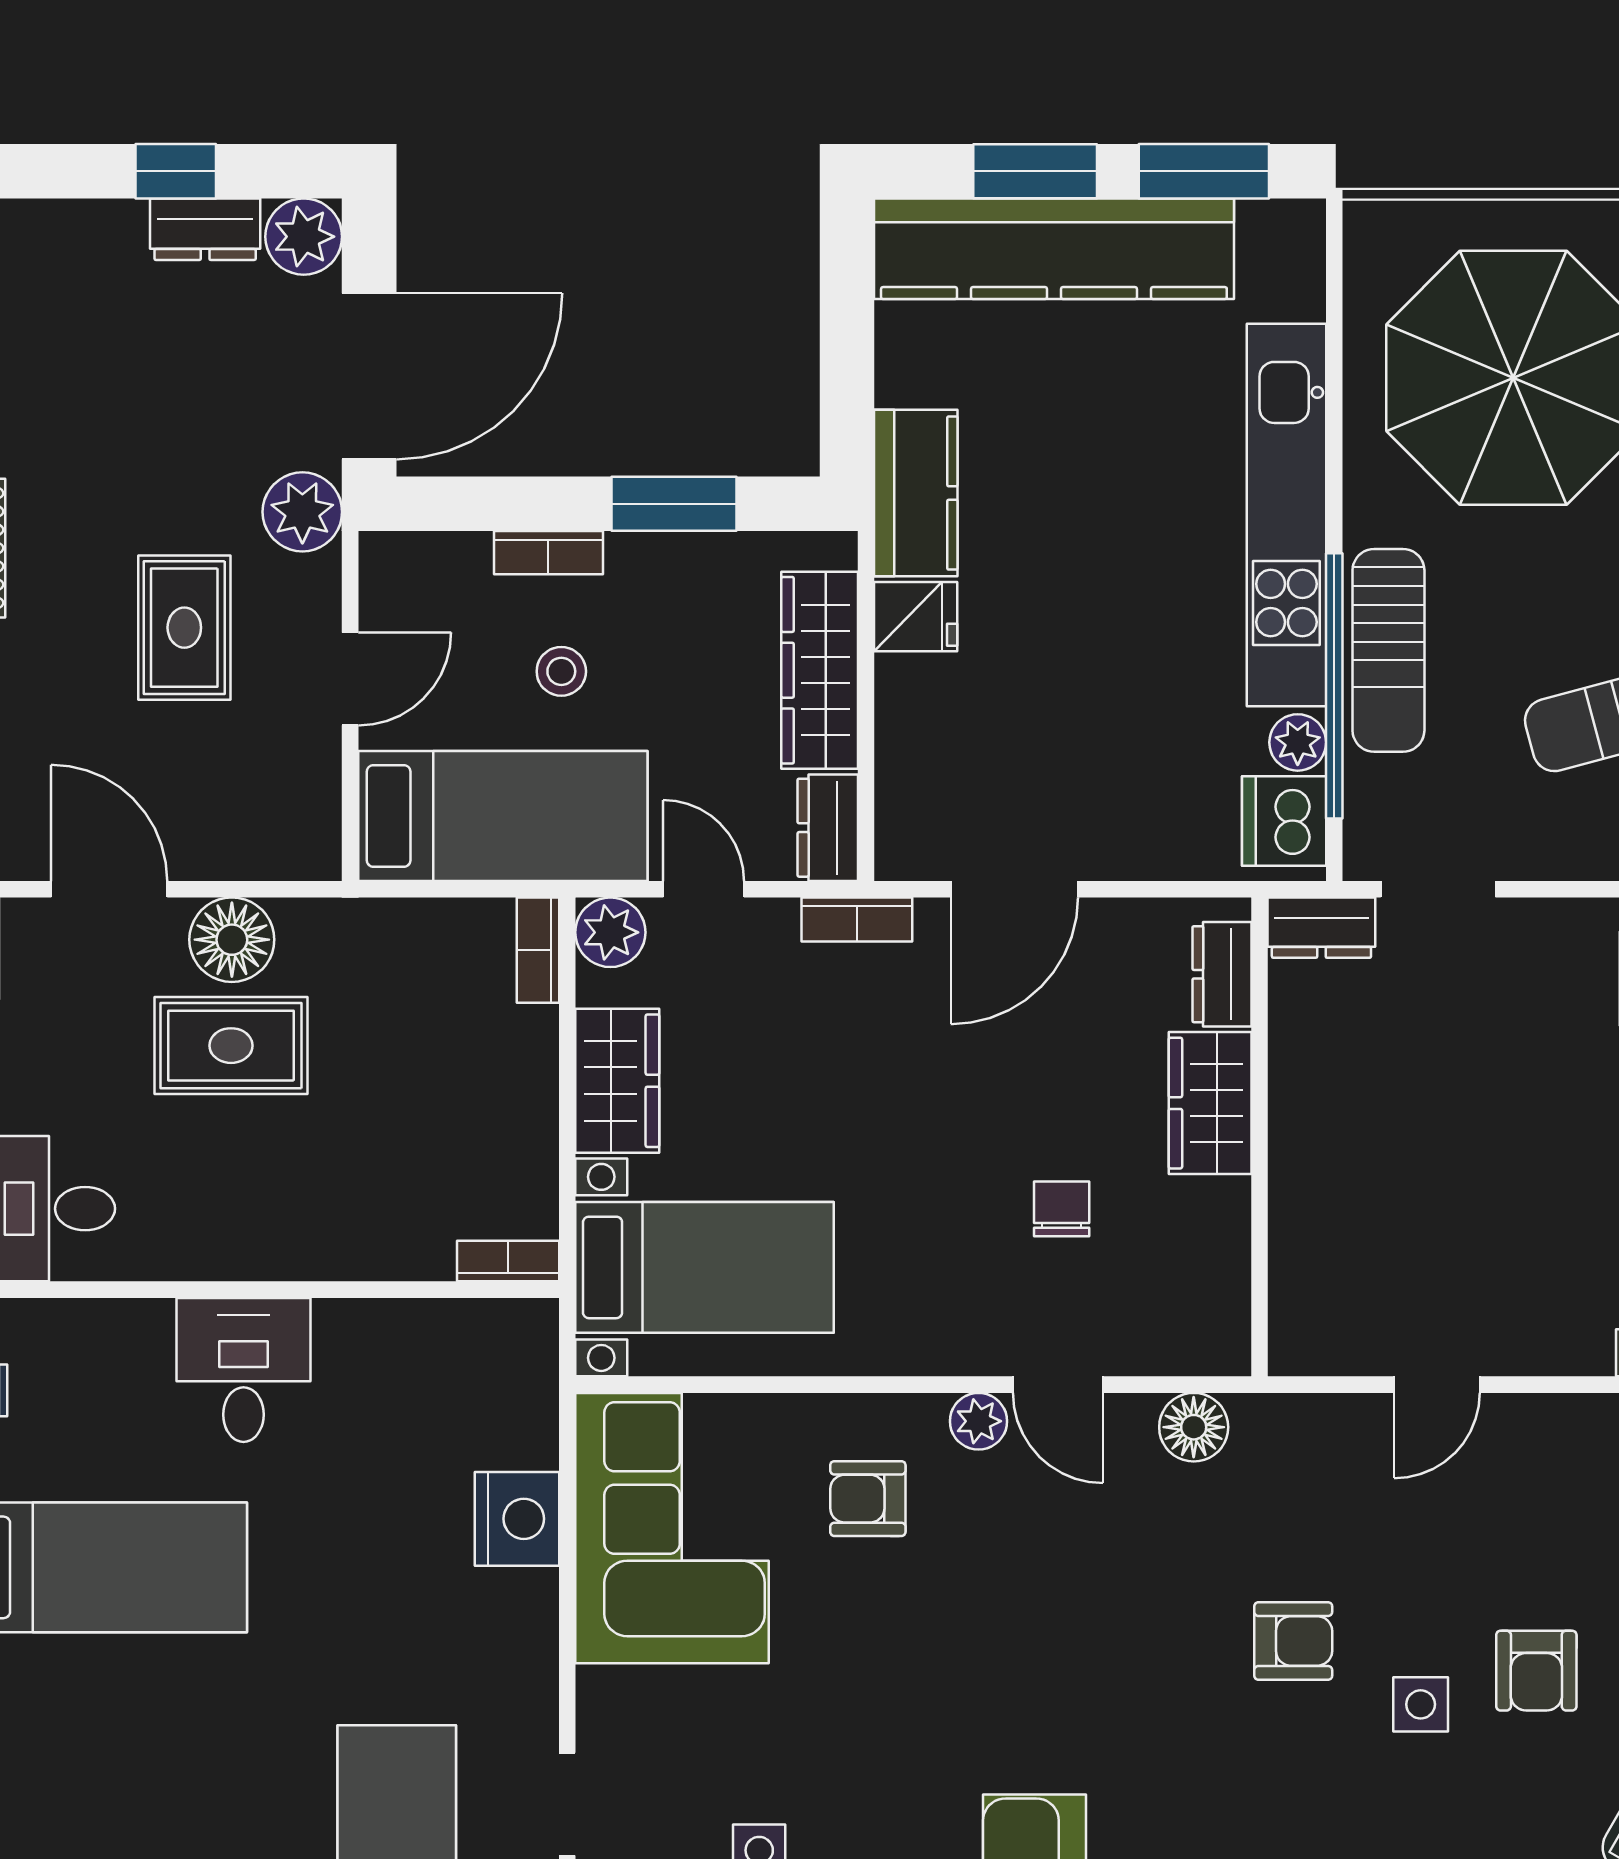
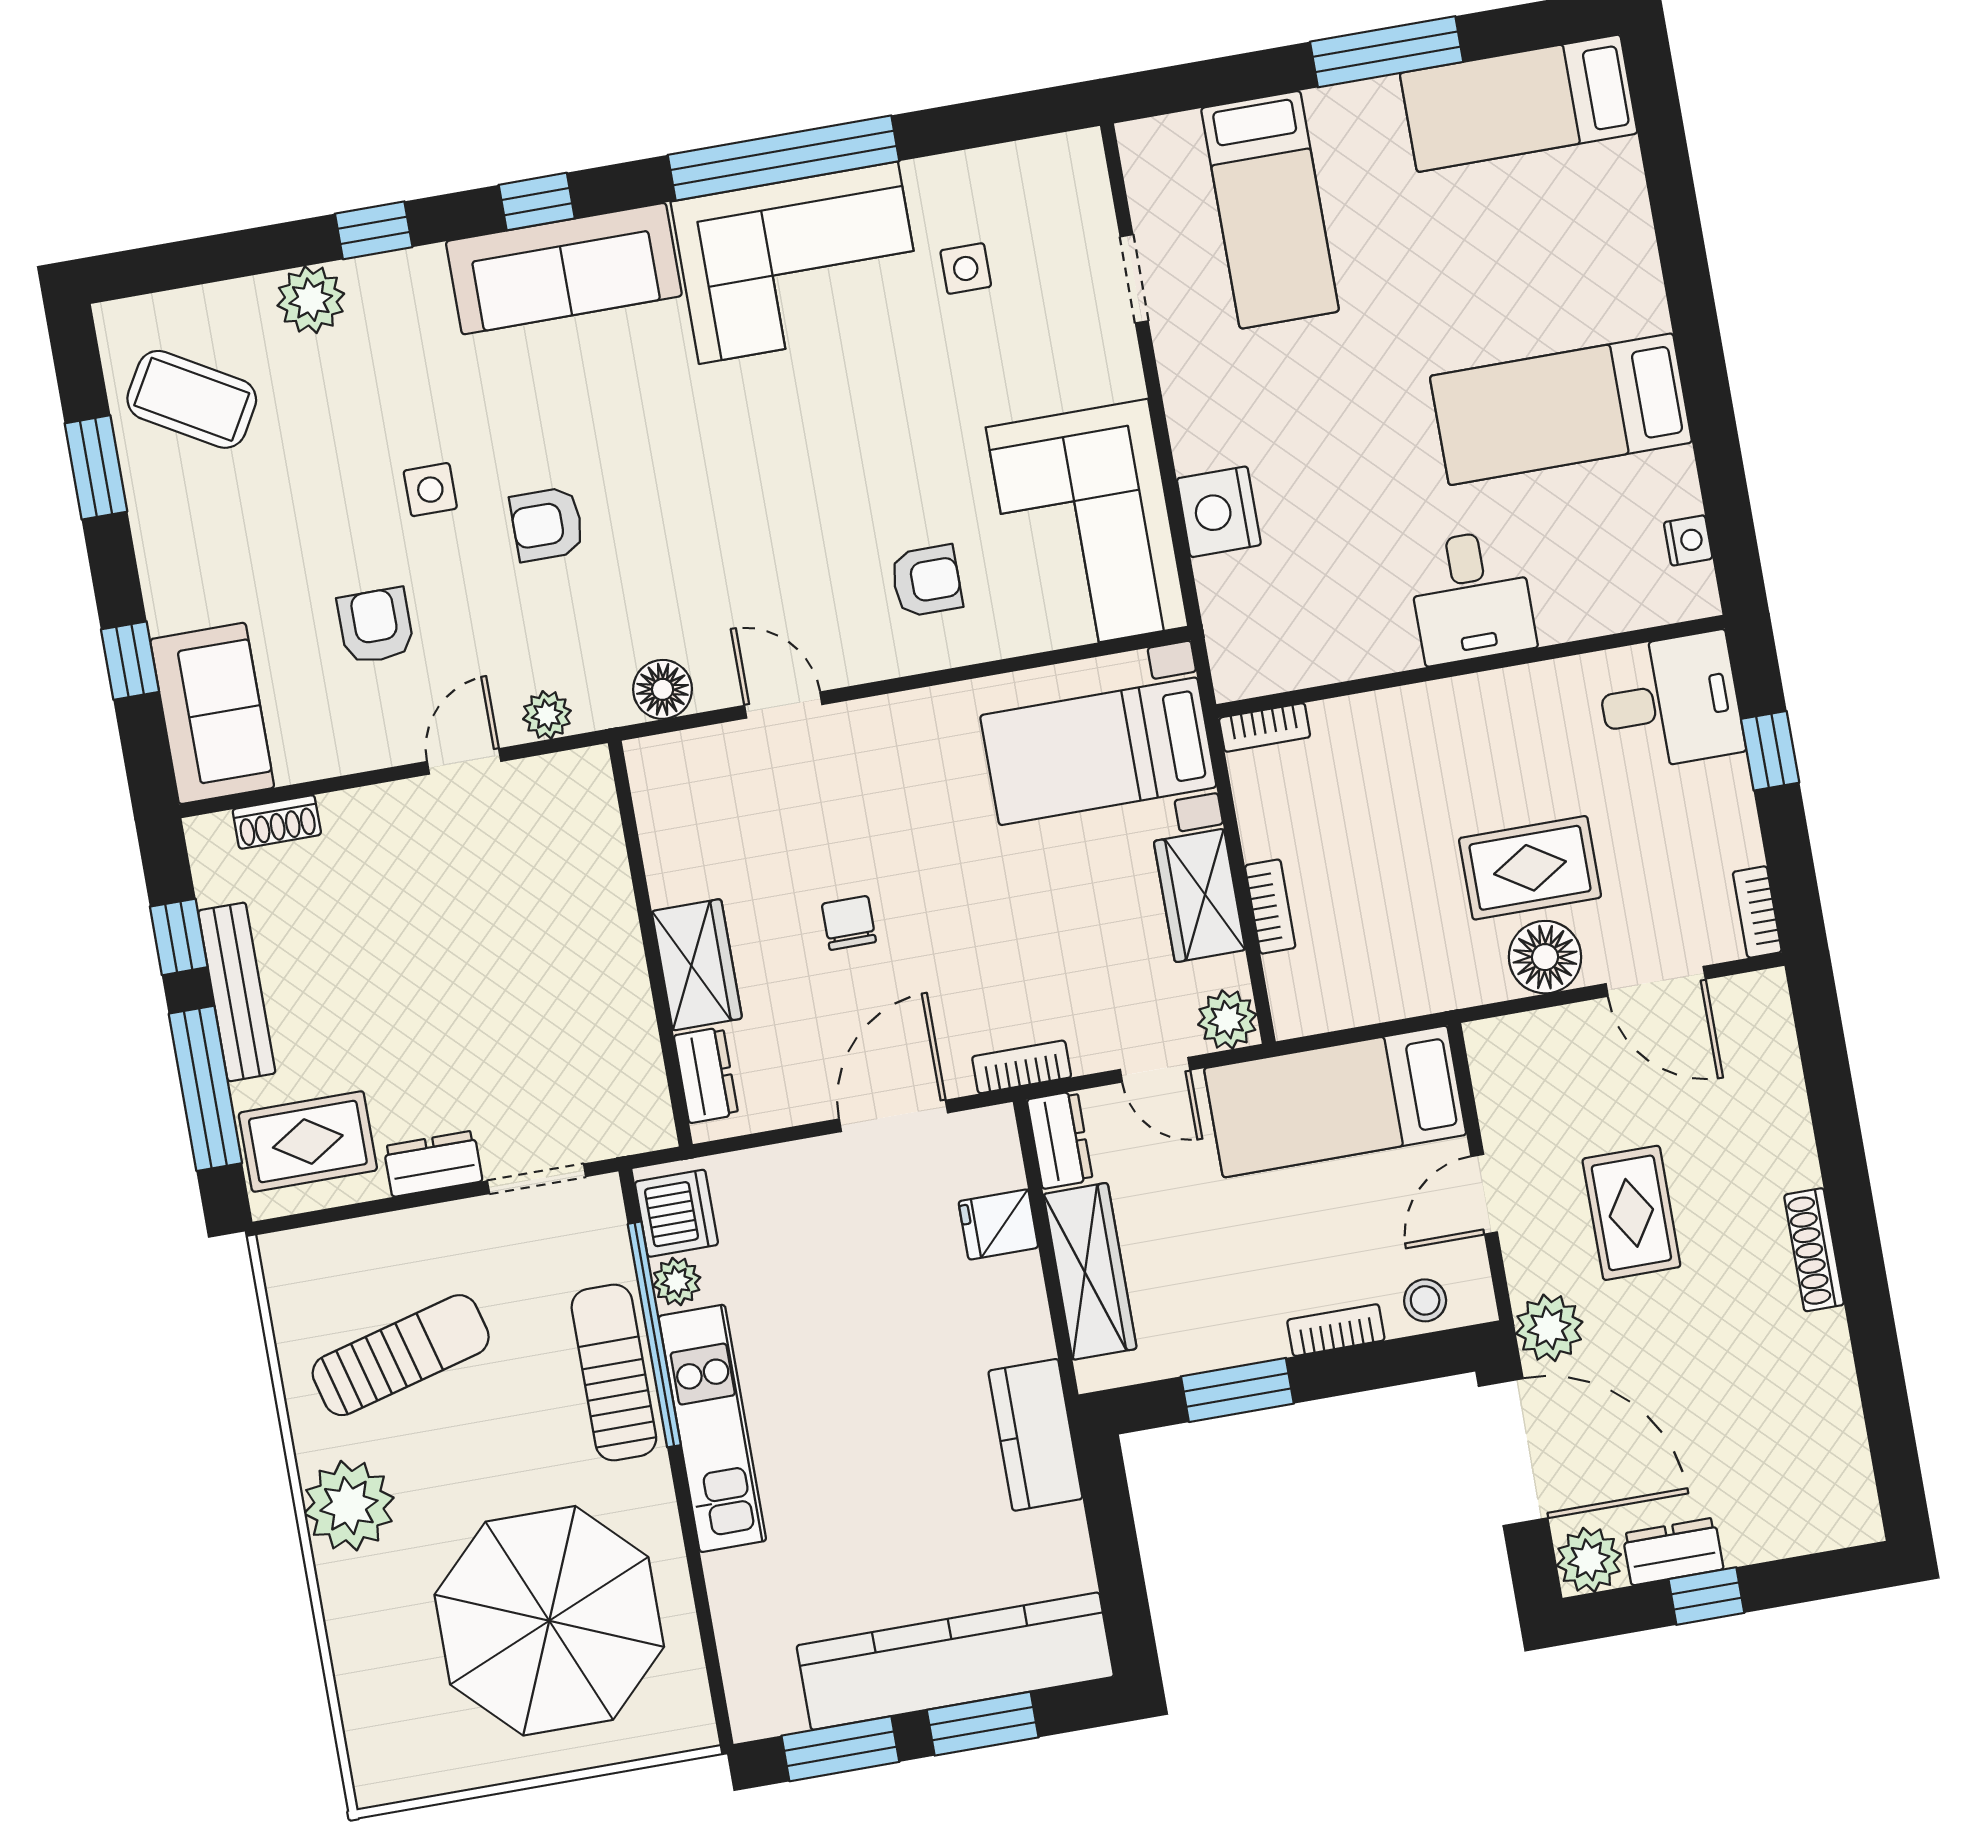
door: (369, 376) -> (1513, 1452), swing flipped
kitchen unit: (1286, 515) -> (712, 1428), width x0.73
fridge: (916, 617) -> (998, 1224), moved
stool: (561, 671) -> (1425, 1300), moved
dresser: (1321, 928) -> (433, 1164), moved
bookcase: (538, 950) -> (1270, 907), moved
chair: (1062, 1209) -> (849, 923), moved, turned 180
plant: (978, 1421) -> (547, 715), moved
armchair: (1536, 1671) -> (376, 626), moved

